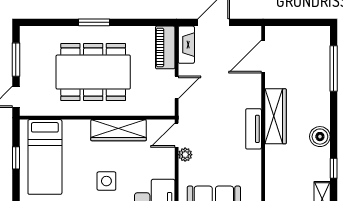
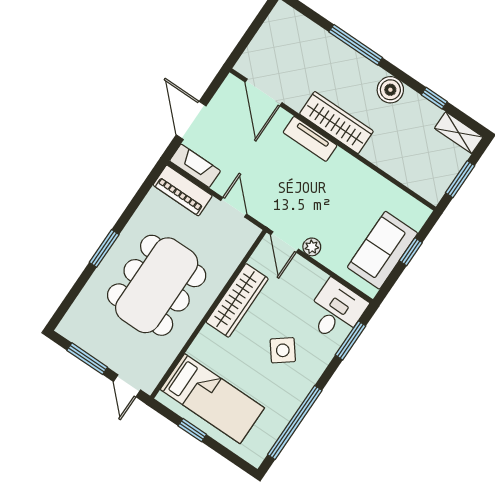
window: (334, 69) -> (356, 45), moved
tv unit: (254, 129) -> (310, 139), moved
side table: (106, 181) -> (283, 350), turned -38

